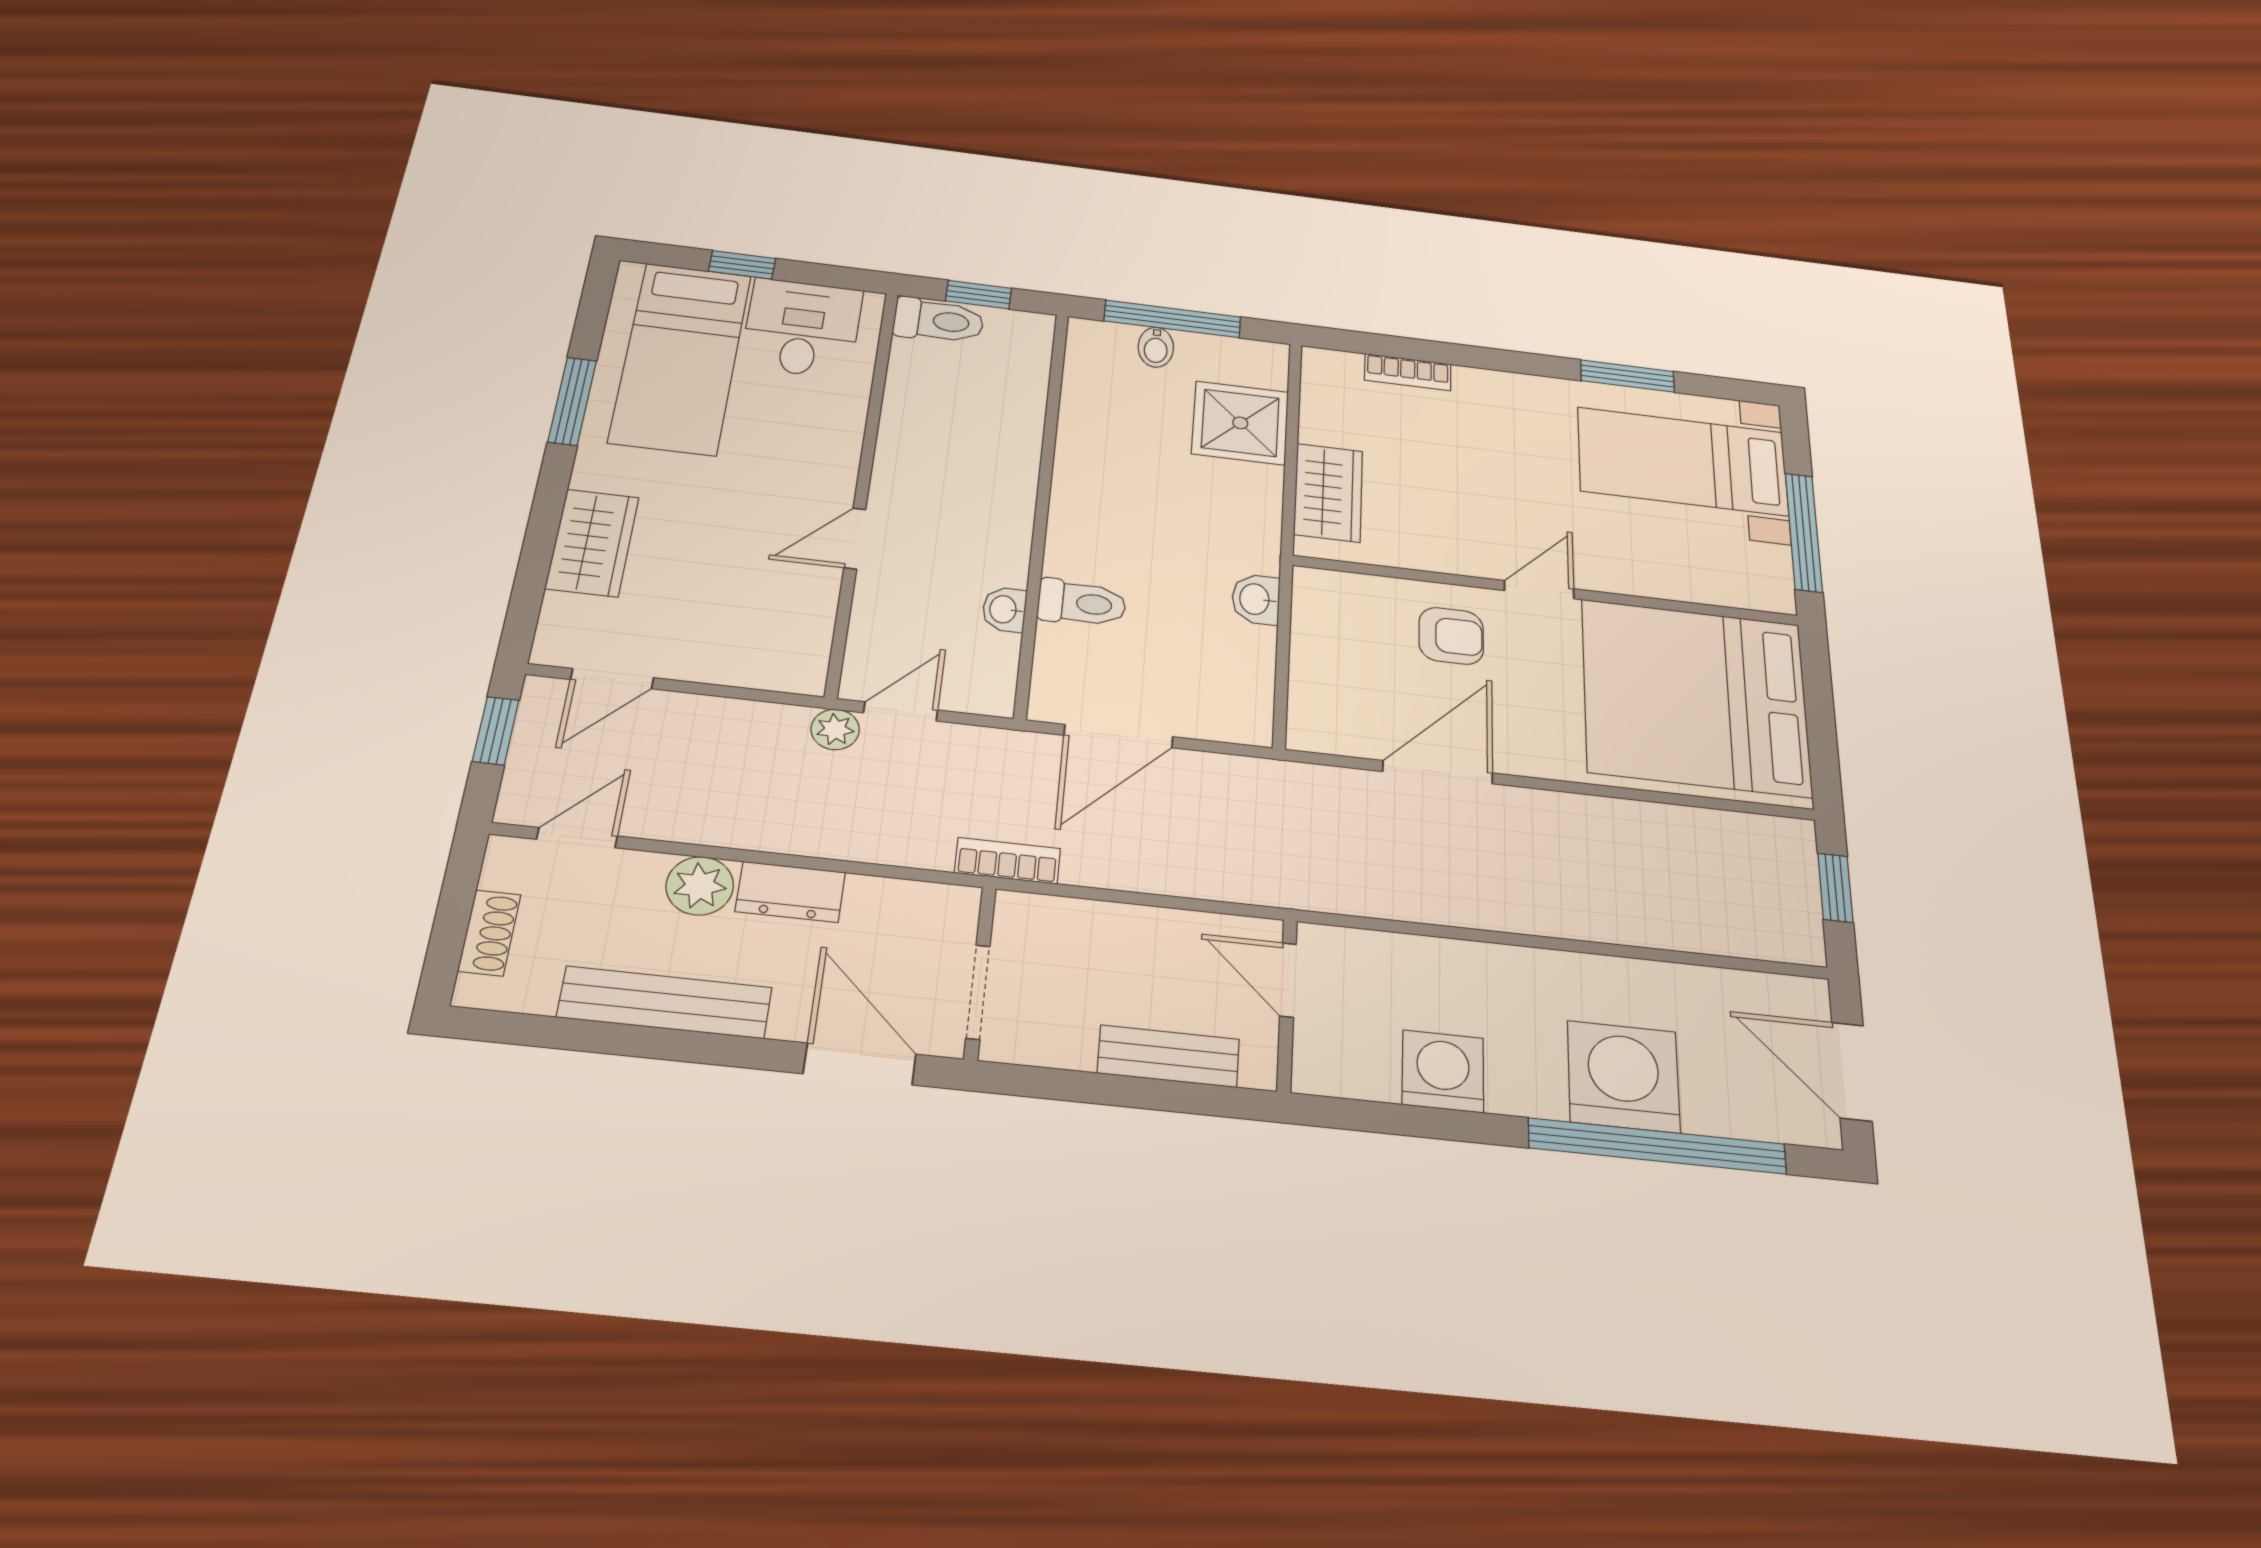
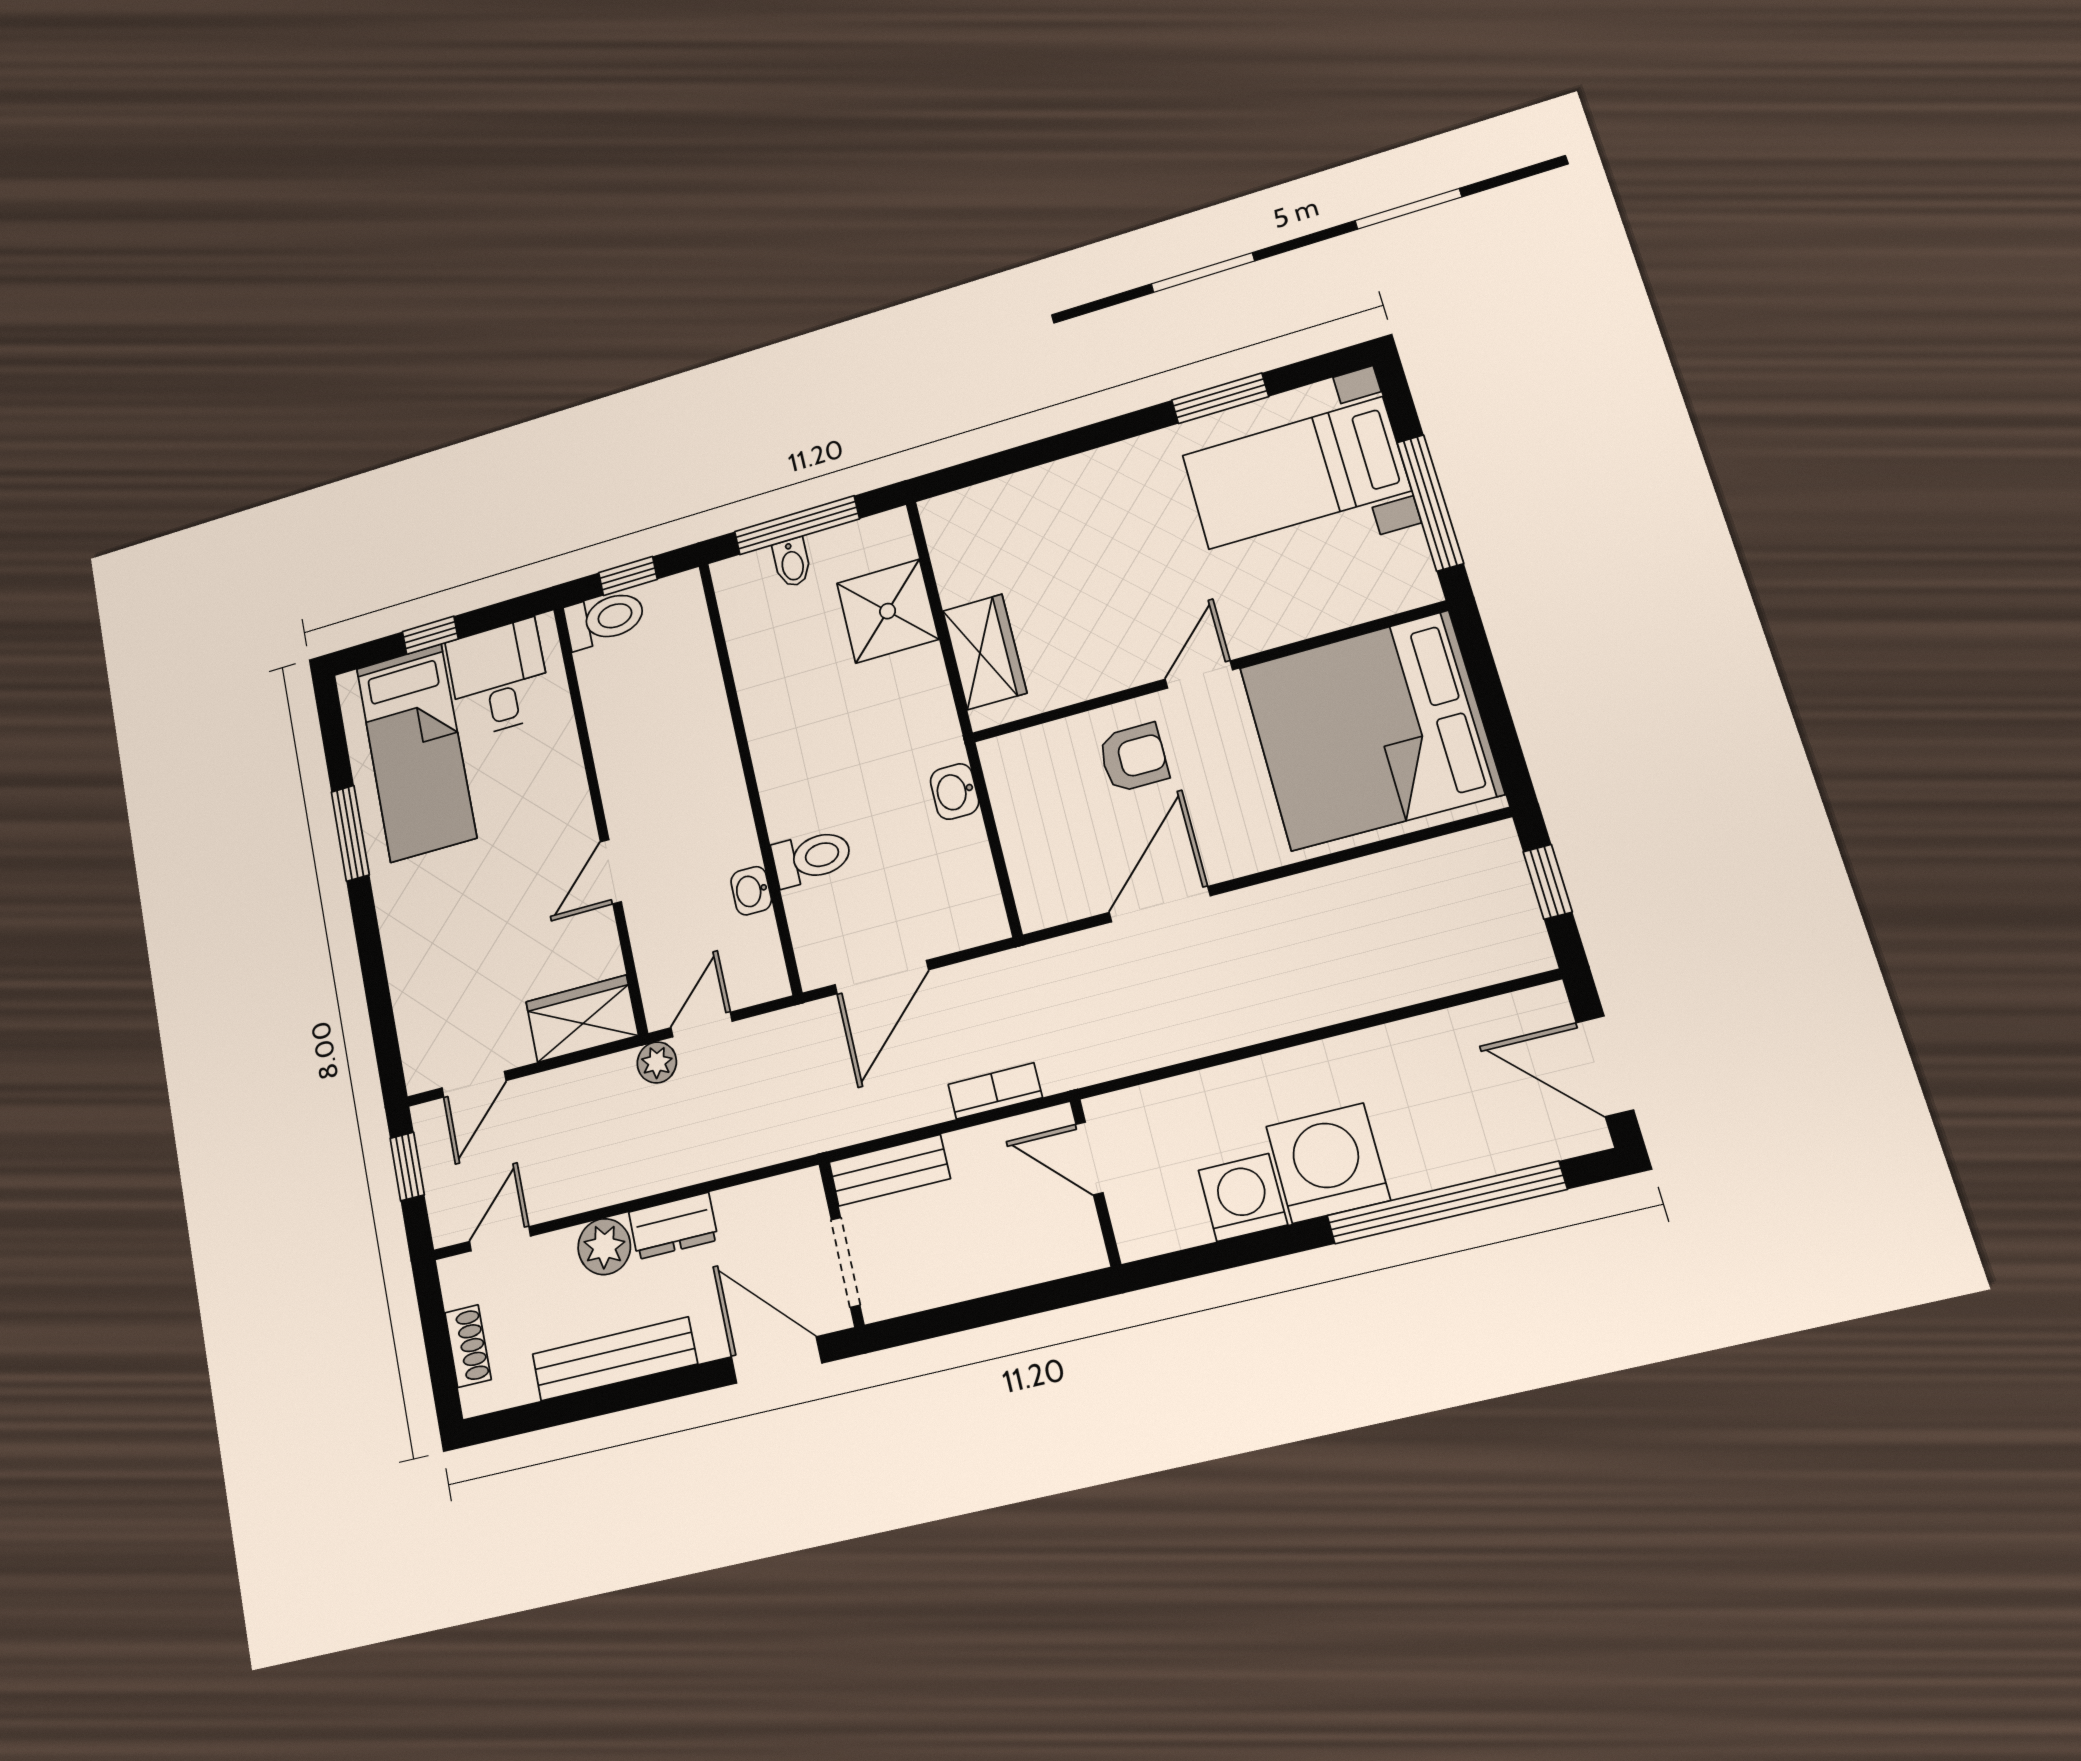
bookcase: (1408, 372) -> (1018, 488), removed
wardrobe: (592, 543) -> (582, 1019), moved, turned -90
bookcase: (1007, 861) -> (995, 1091), moved
bench: (1168, 1056) -> (889, 1170), moved
washing machine: (1623, 1077) -> (1328, 1163), moved

